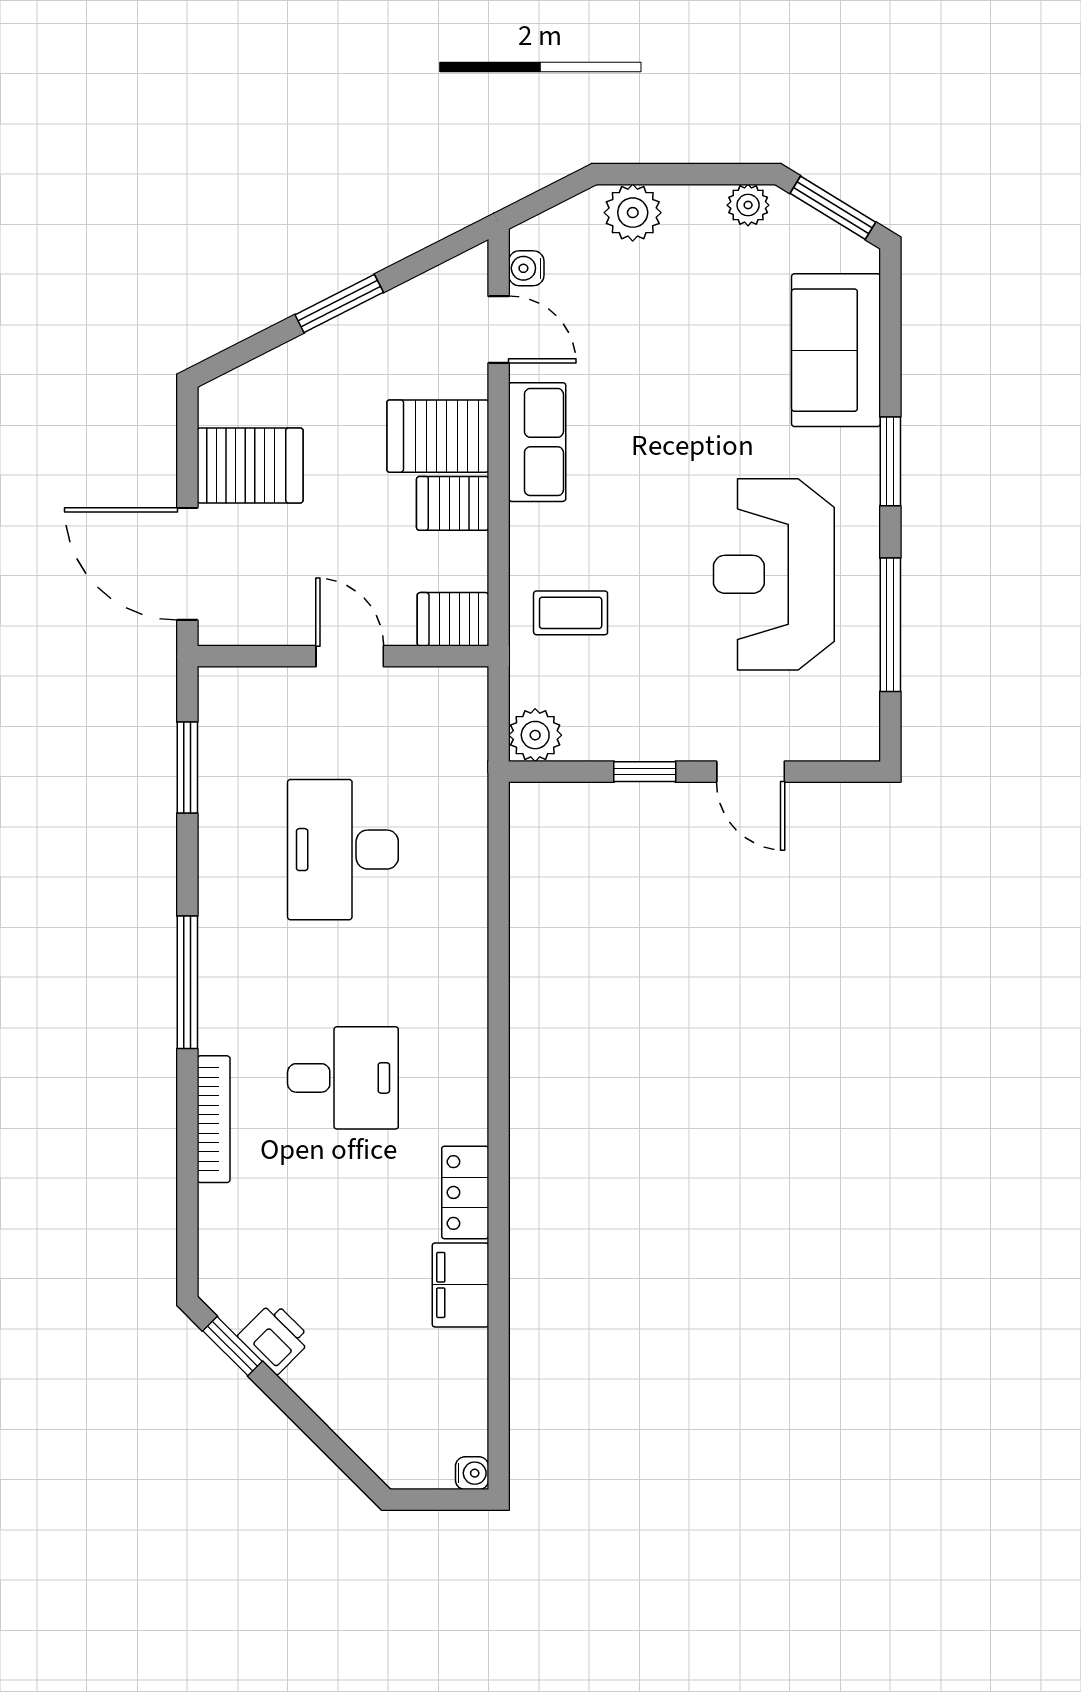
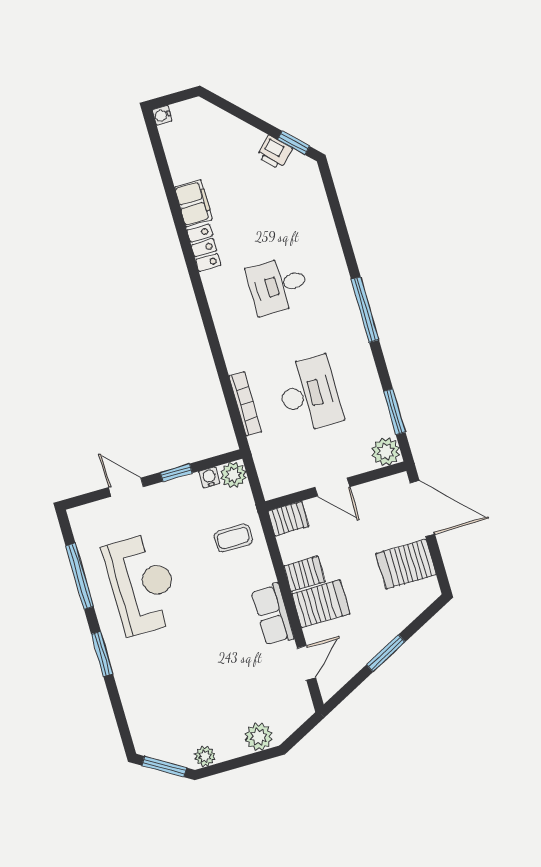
water cooler: (526, 268) -> (209, 477), moved, turned -90
door: (499, 330) -> (306, 663), swing flipped
sofa: (836, 350) -> (143, 699), removed
plant: (226, 695) -> (386, 452), added
bookcase: (214, 1119) -> (245, 404), moved, turned 180

